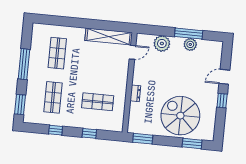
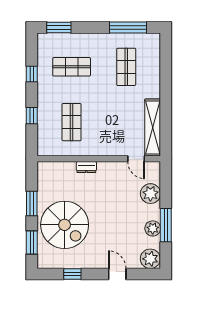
plant: (215, 49) -> (150, 259), added
shop shelf: (57, 53) -> (126, 67), turned 90
window: (24, 64) -> (128, 27), moved
window: (222, 101) -> (72, 274), moved
spiral stairs: (180, 116) -> (65, 225), turned 90
window: (143, 139) -> (32, 204), moved

